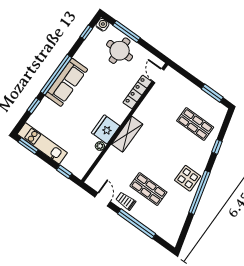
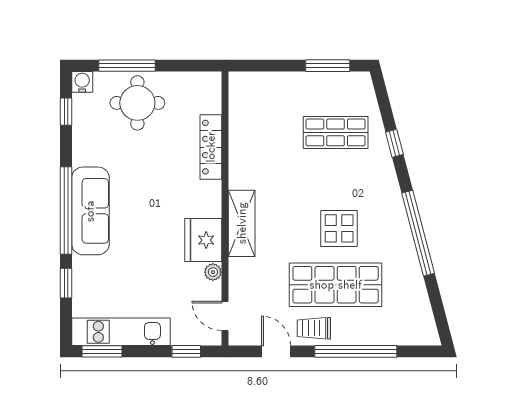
door: (158, 76) -> (225, 316), moved
display table: (188, 178) -> (339, 228), moved
shop shelf: (148, 189) -> (336, 285), width x1.43, depth x1.36

